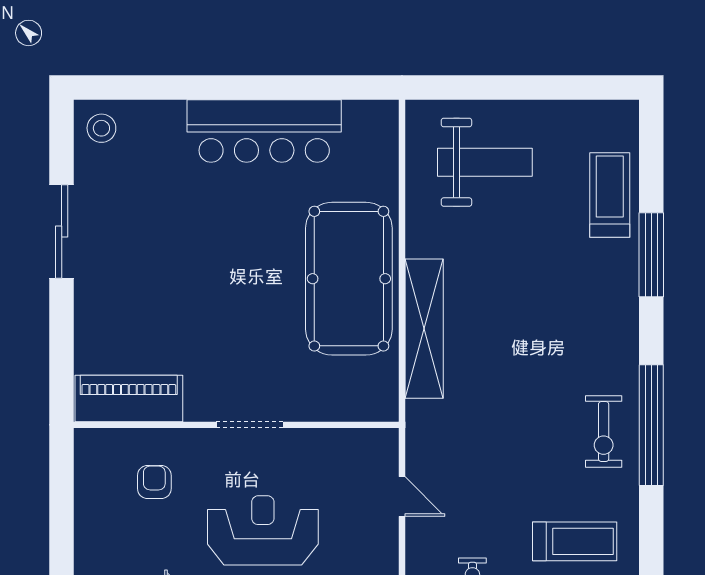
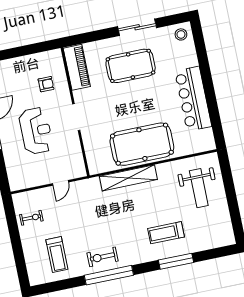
treadmill: (610, 195) -> (166, 233), moved, turned 180
pool table: (152, 267) -> (131, 66), added

